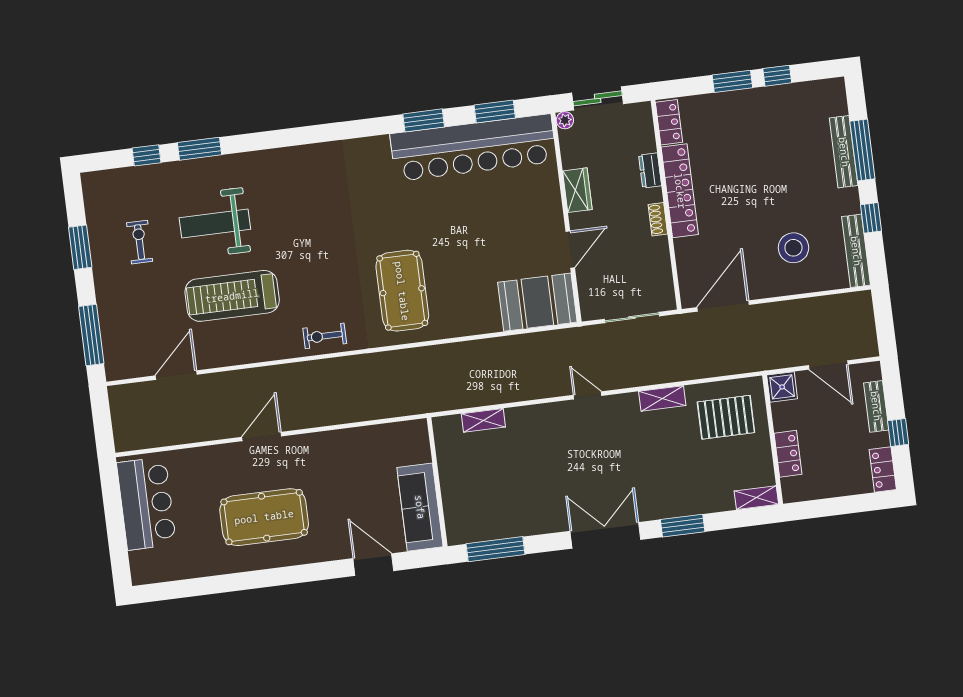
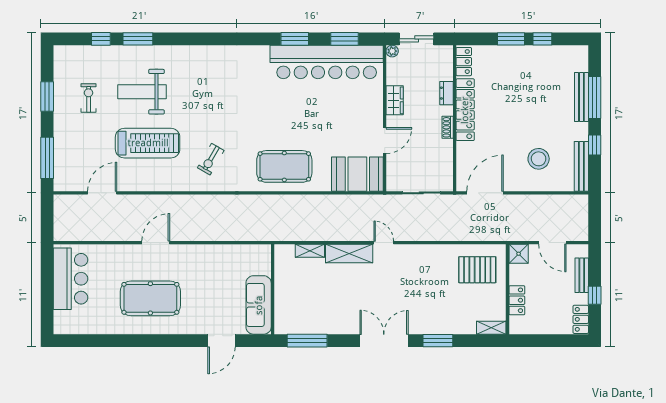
pool table: (402, 291) -> (284, 166), moved, turned 90
treadmill: (232, 296) -> (148, 143), turned 180
exercise bike: (325, 336) -> (211, 159), moved, turned -60
shelving: (662, 398) -> (349, 254), moved, width x1.50, depth x1.33
door: (373, 565) -> (221, 341), swing flipped

